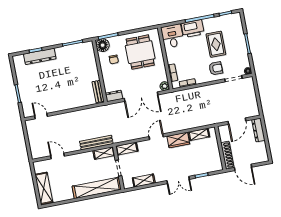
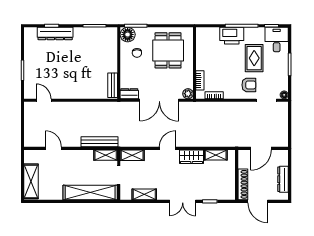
desk: (172, 36) -> (277, 40), moved
dresser: (258, 130) -> (283, 179), moved

